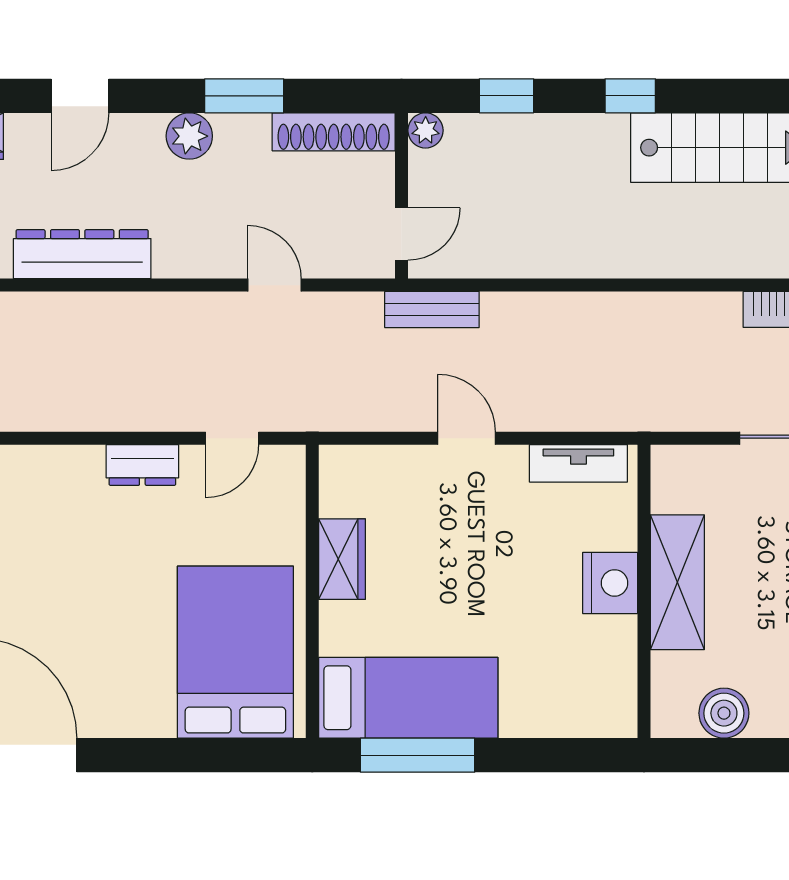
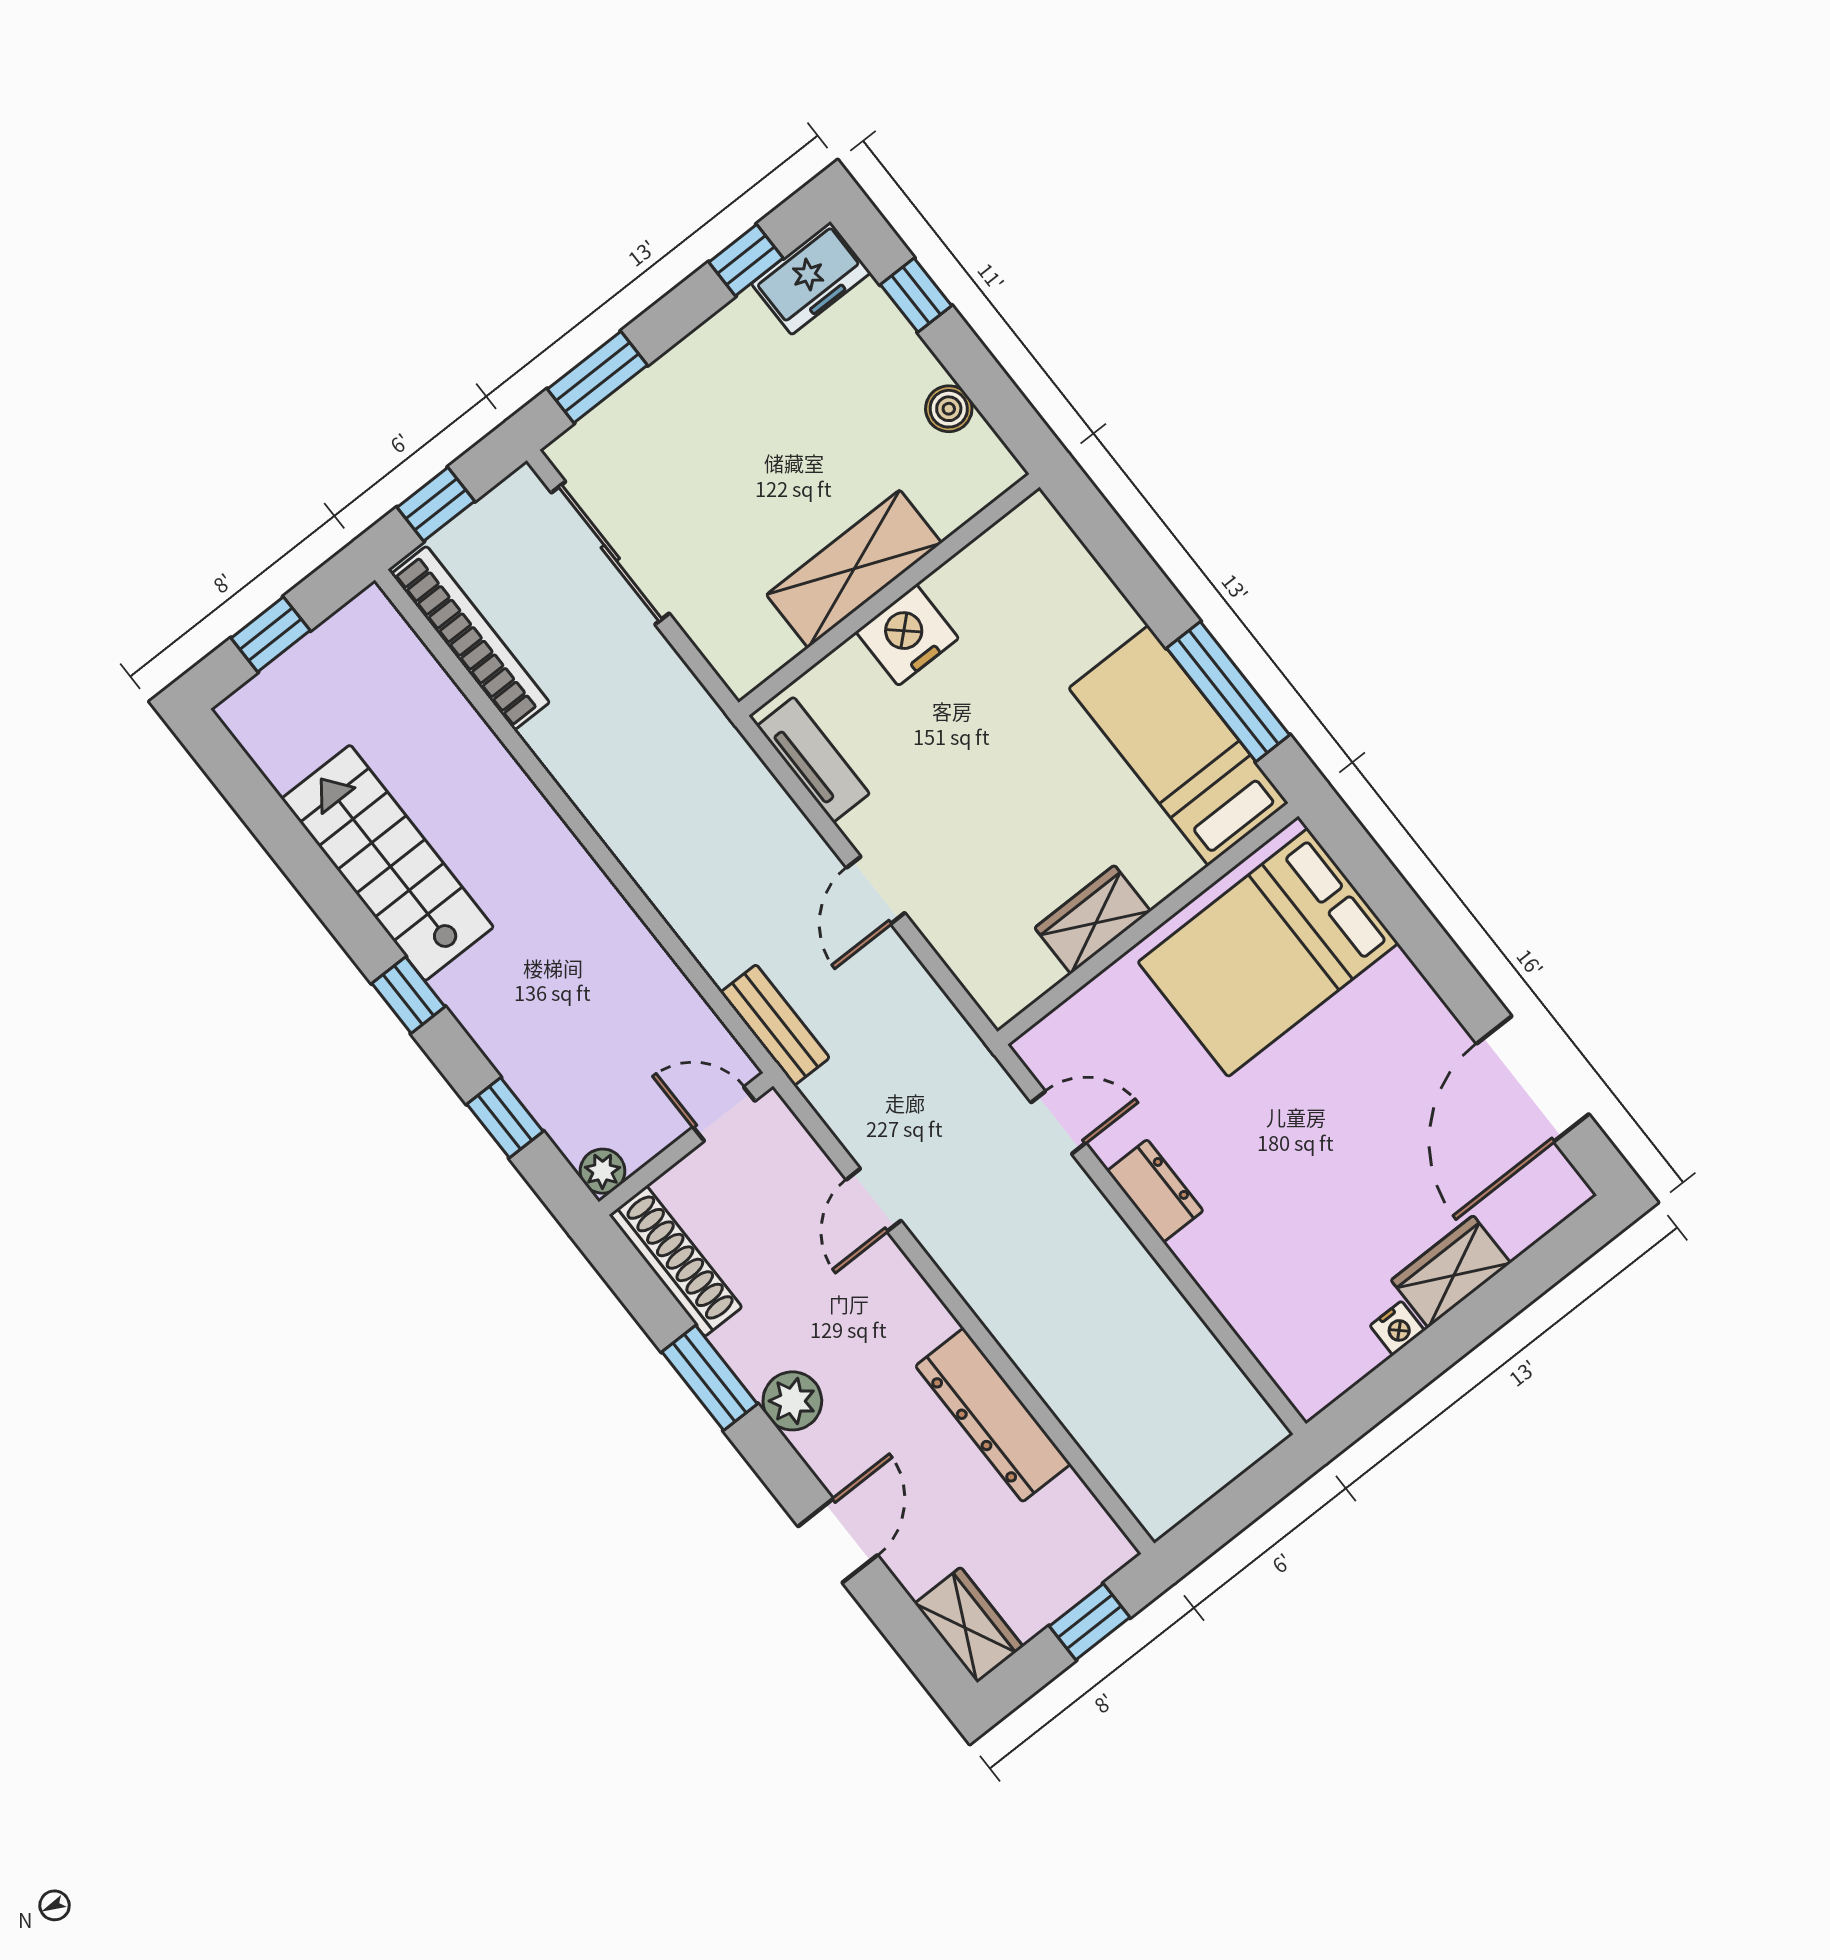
door: (80, 96) -> (838, 1541), hinge flipped
boiler: (724, 713) -> (949, 409), width x0.73, depth x0.73

